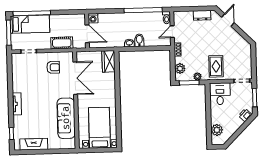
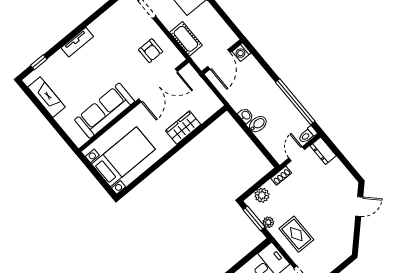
dresser: (202, 15) -> (323, 151), moved
door: (172, 32) -> (297, 154), hinge flipped
wardrobe: (109, 61) -> (183, 128), moved
rug: (216, 66) -> (296, 234), turned 90

